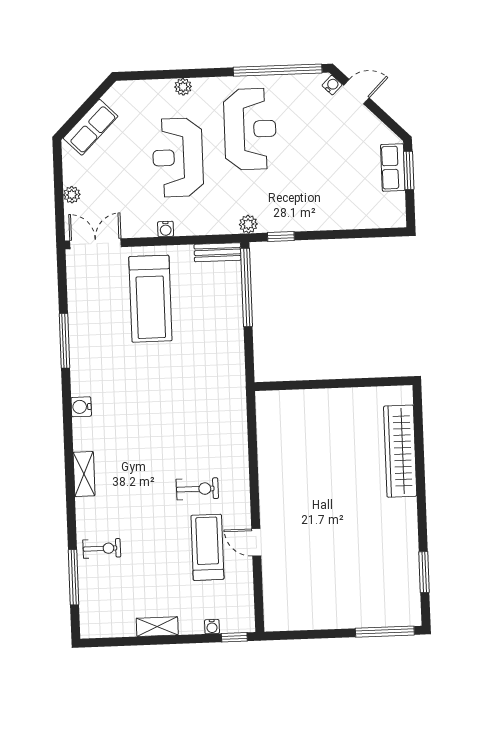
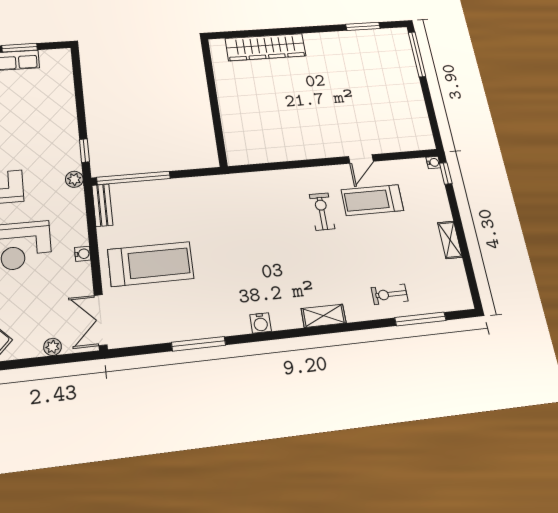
exercise bike: (102, 548) -> (390, 294), turned -90
water cooler: (212, 627) -> (433, 162), moved

